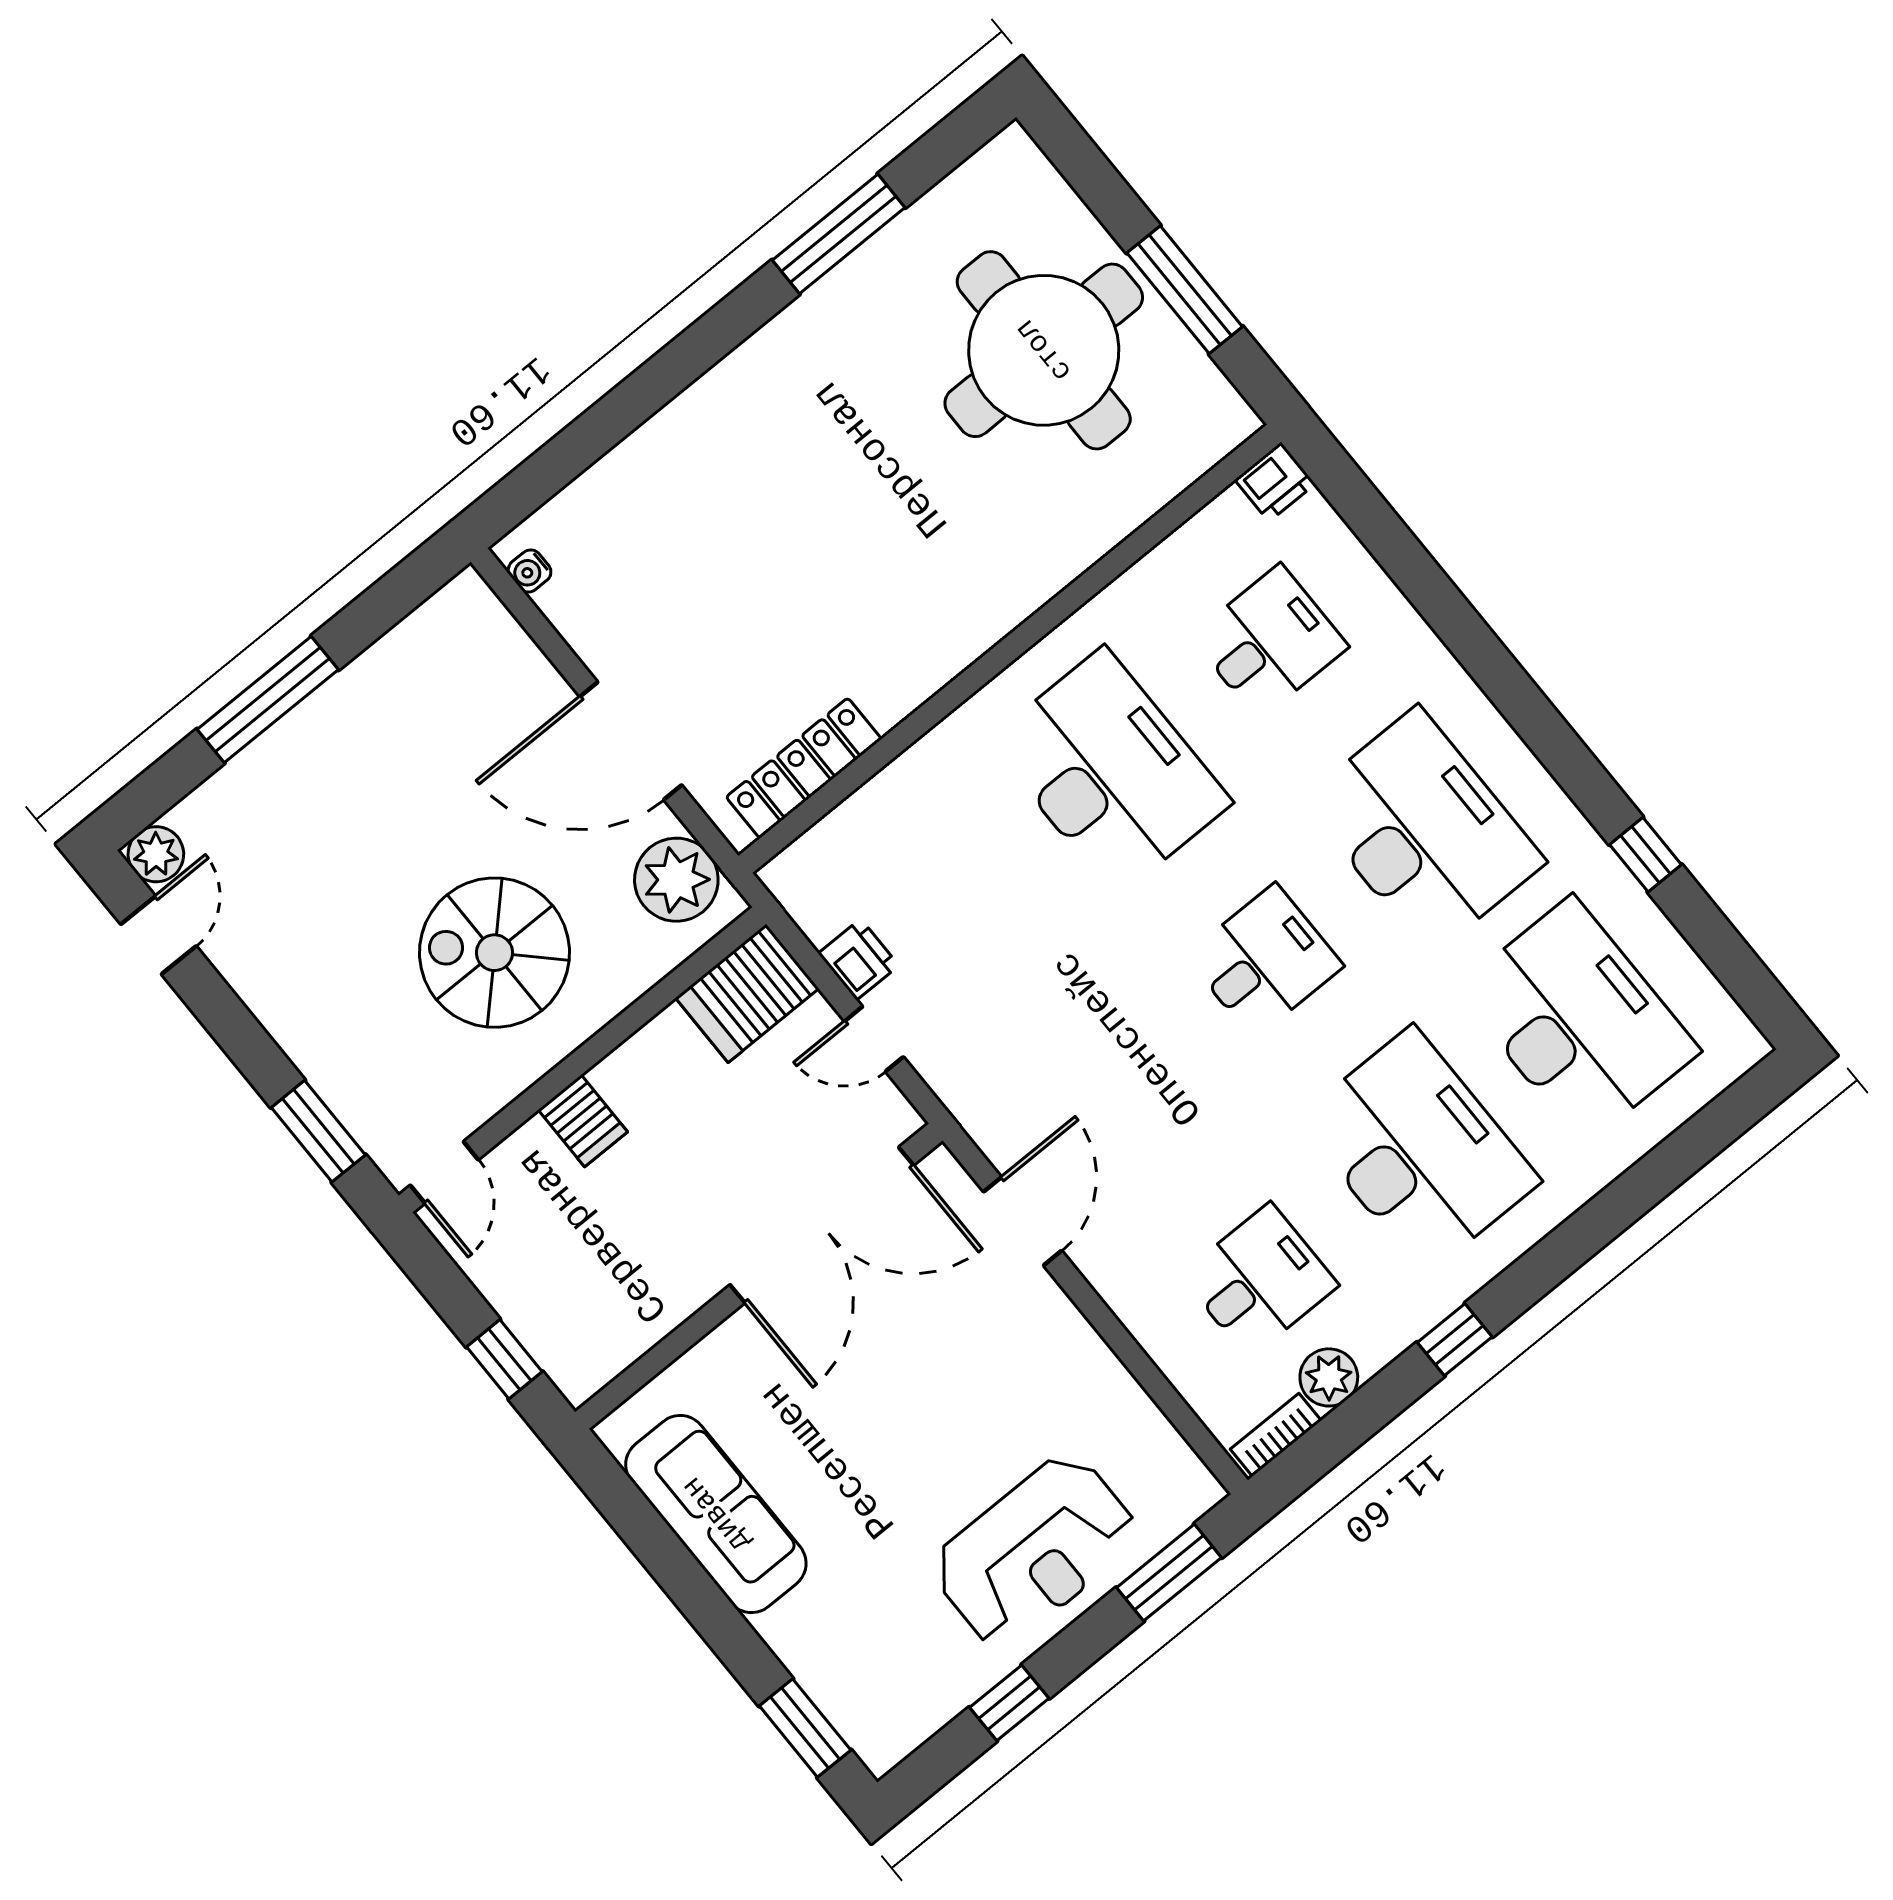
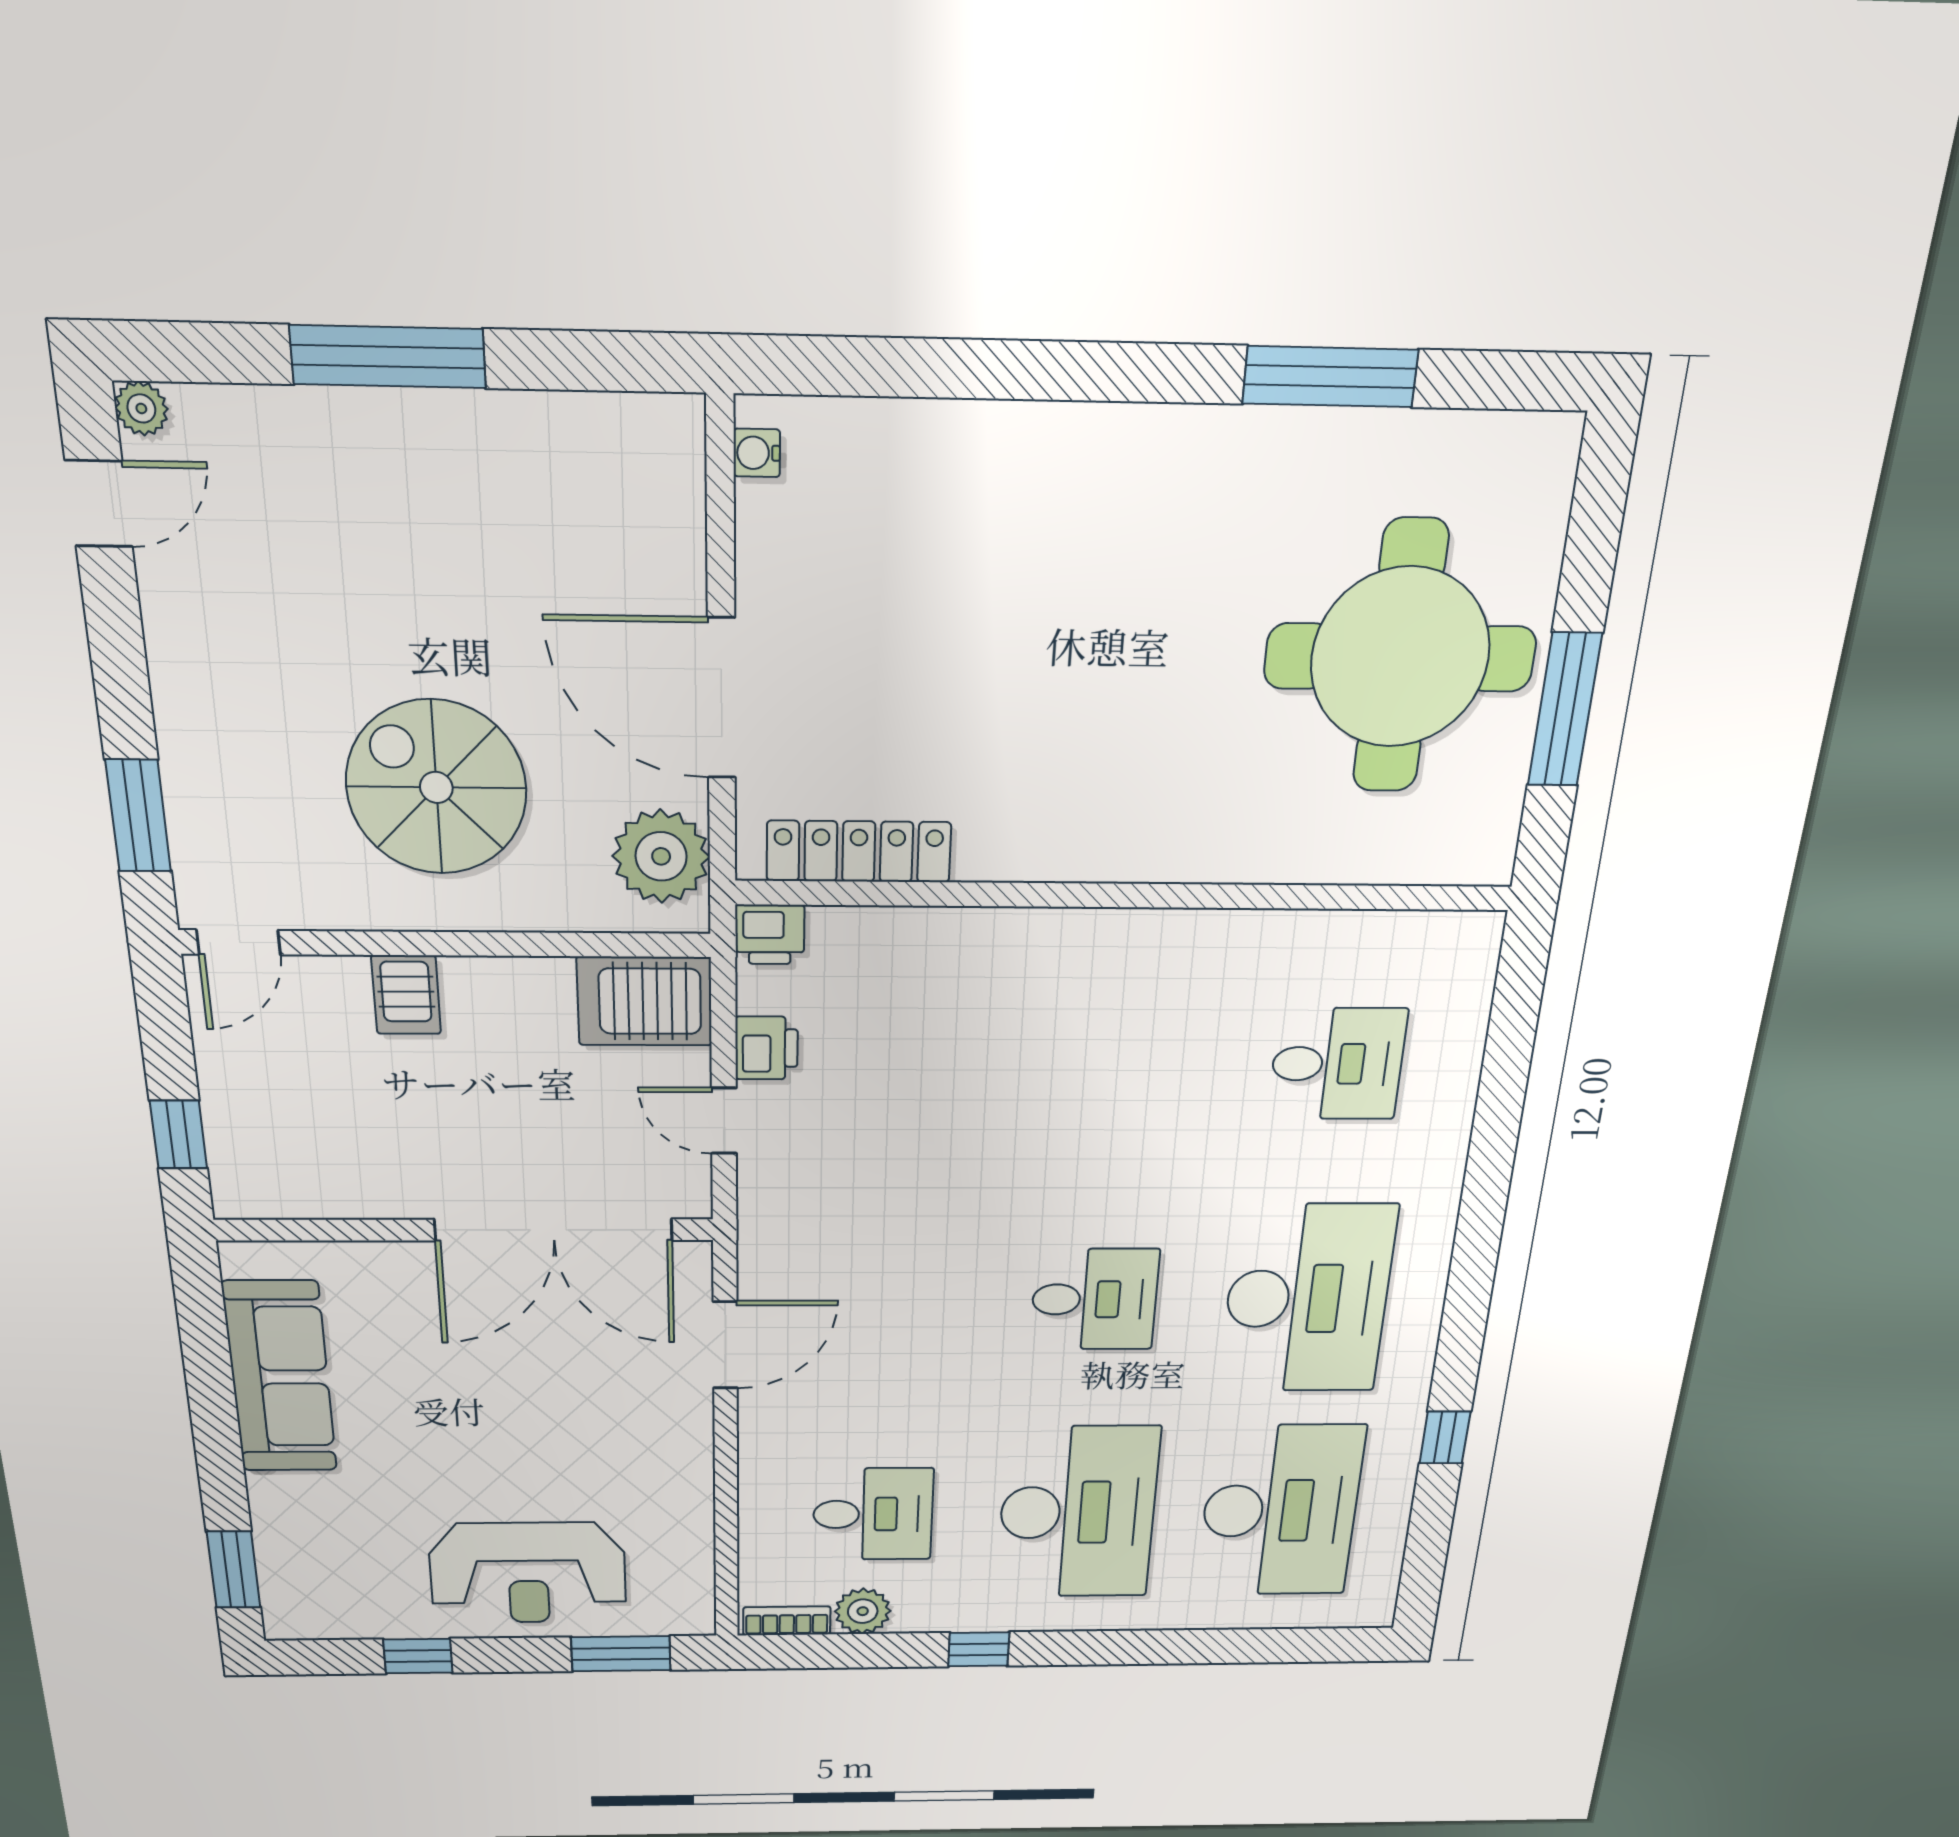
printer: (1275, 482) -> (770, 934), moved
desk: (1110, 772) -> (1113, 1063), removed
plant: (156, 854) -> (141, 408), width x0.73, depth x0.73

